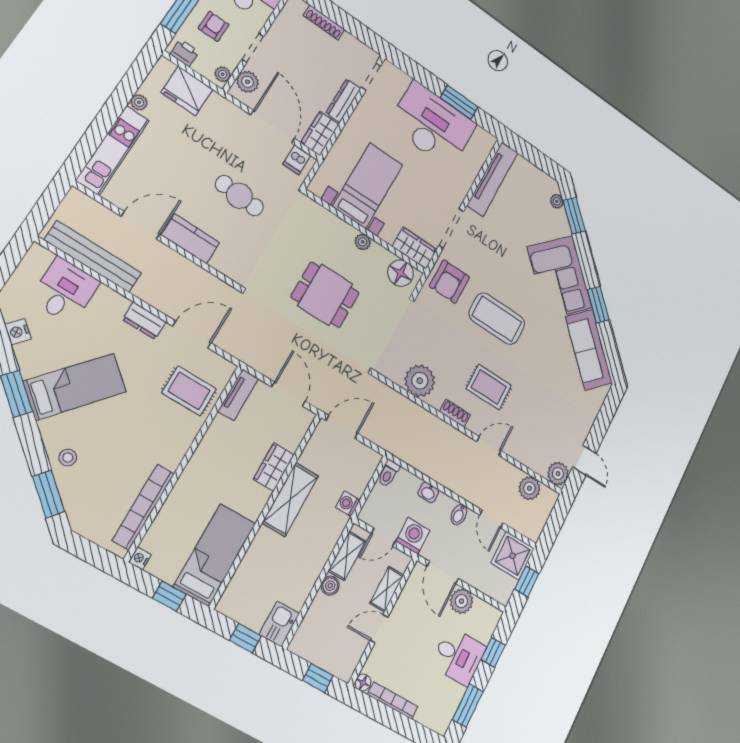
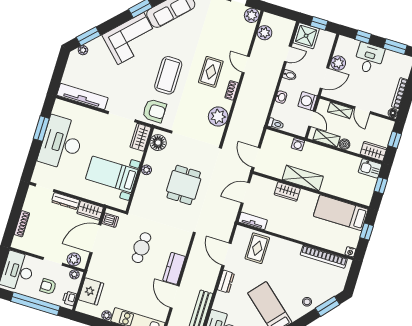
wardrobe: (307, 636) -> (373, 151), added

